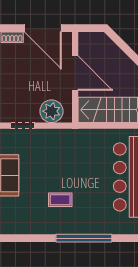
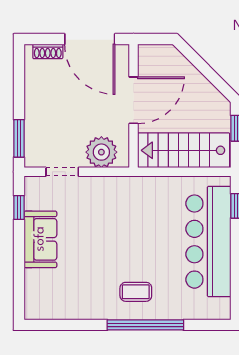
door: (75, 73) -> (133, 100), hinge flipped
coffee table: (60, 200) -> (136, 292), moved

